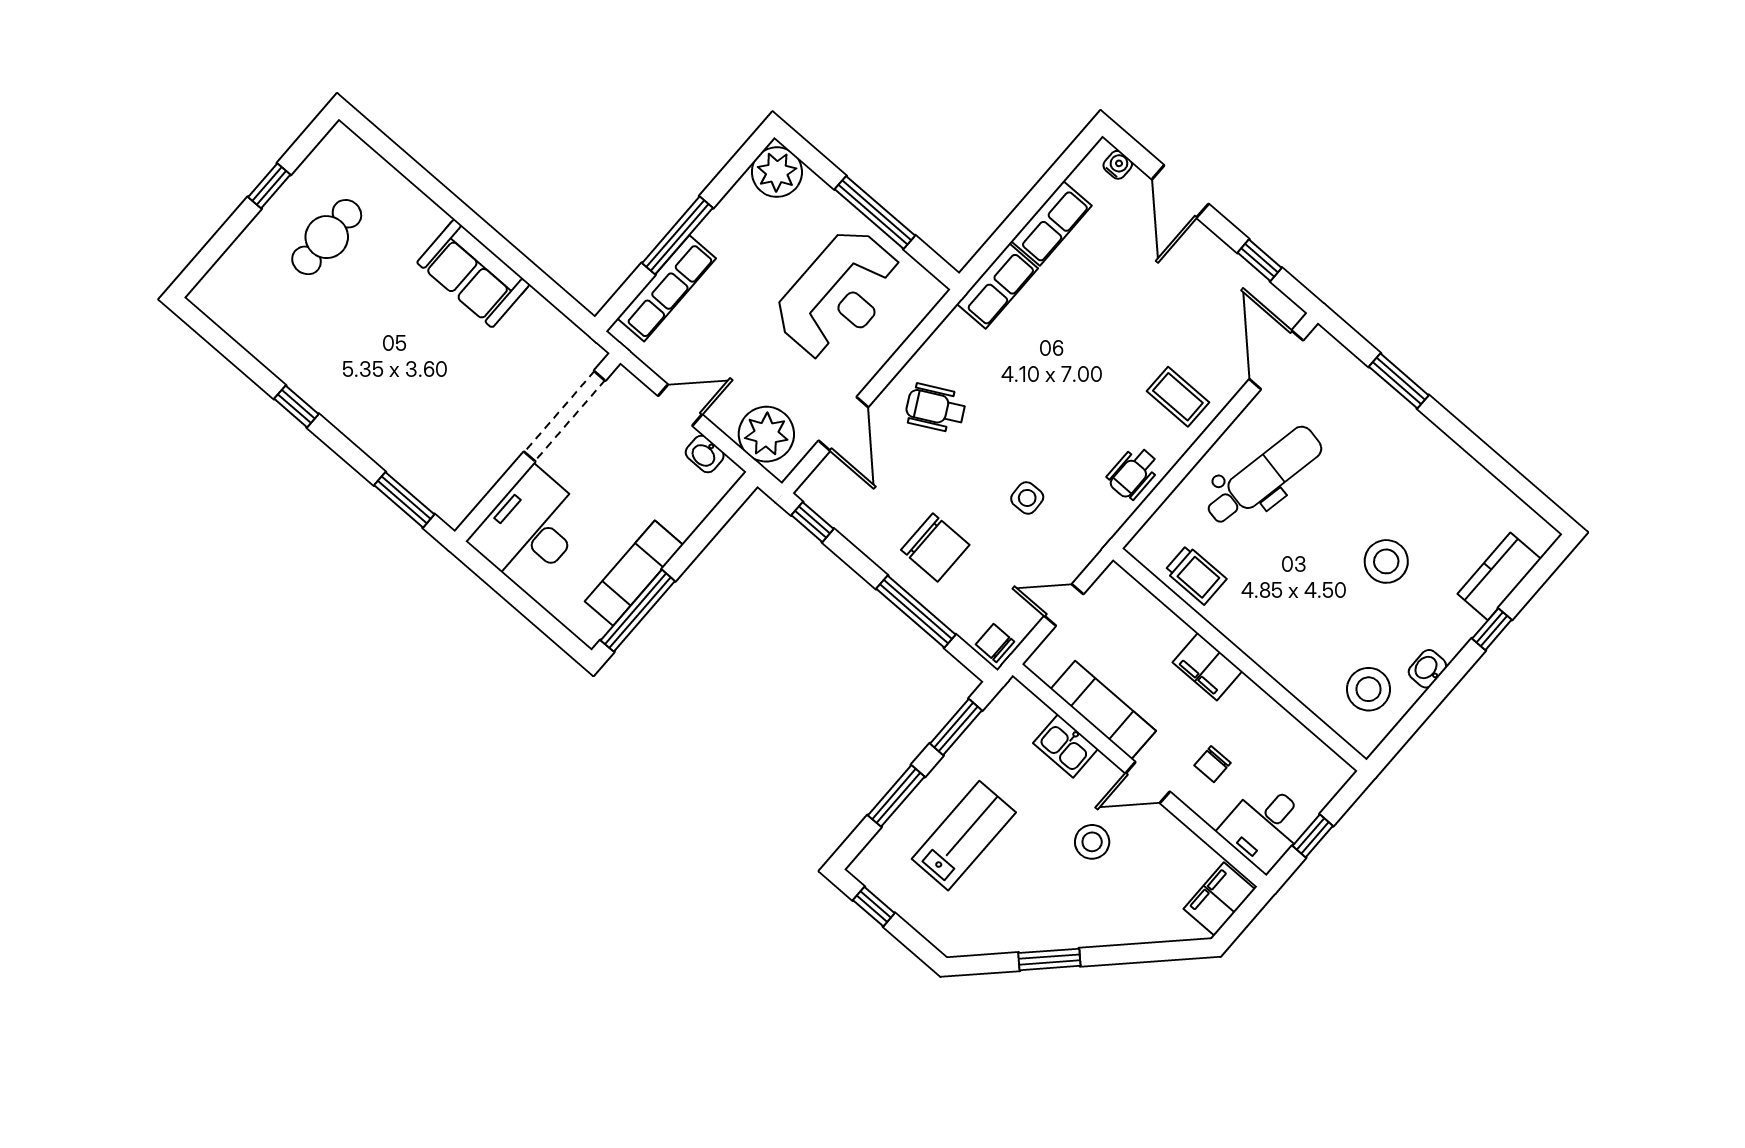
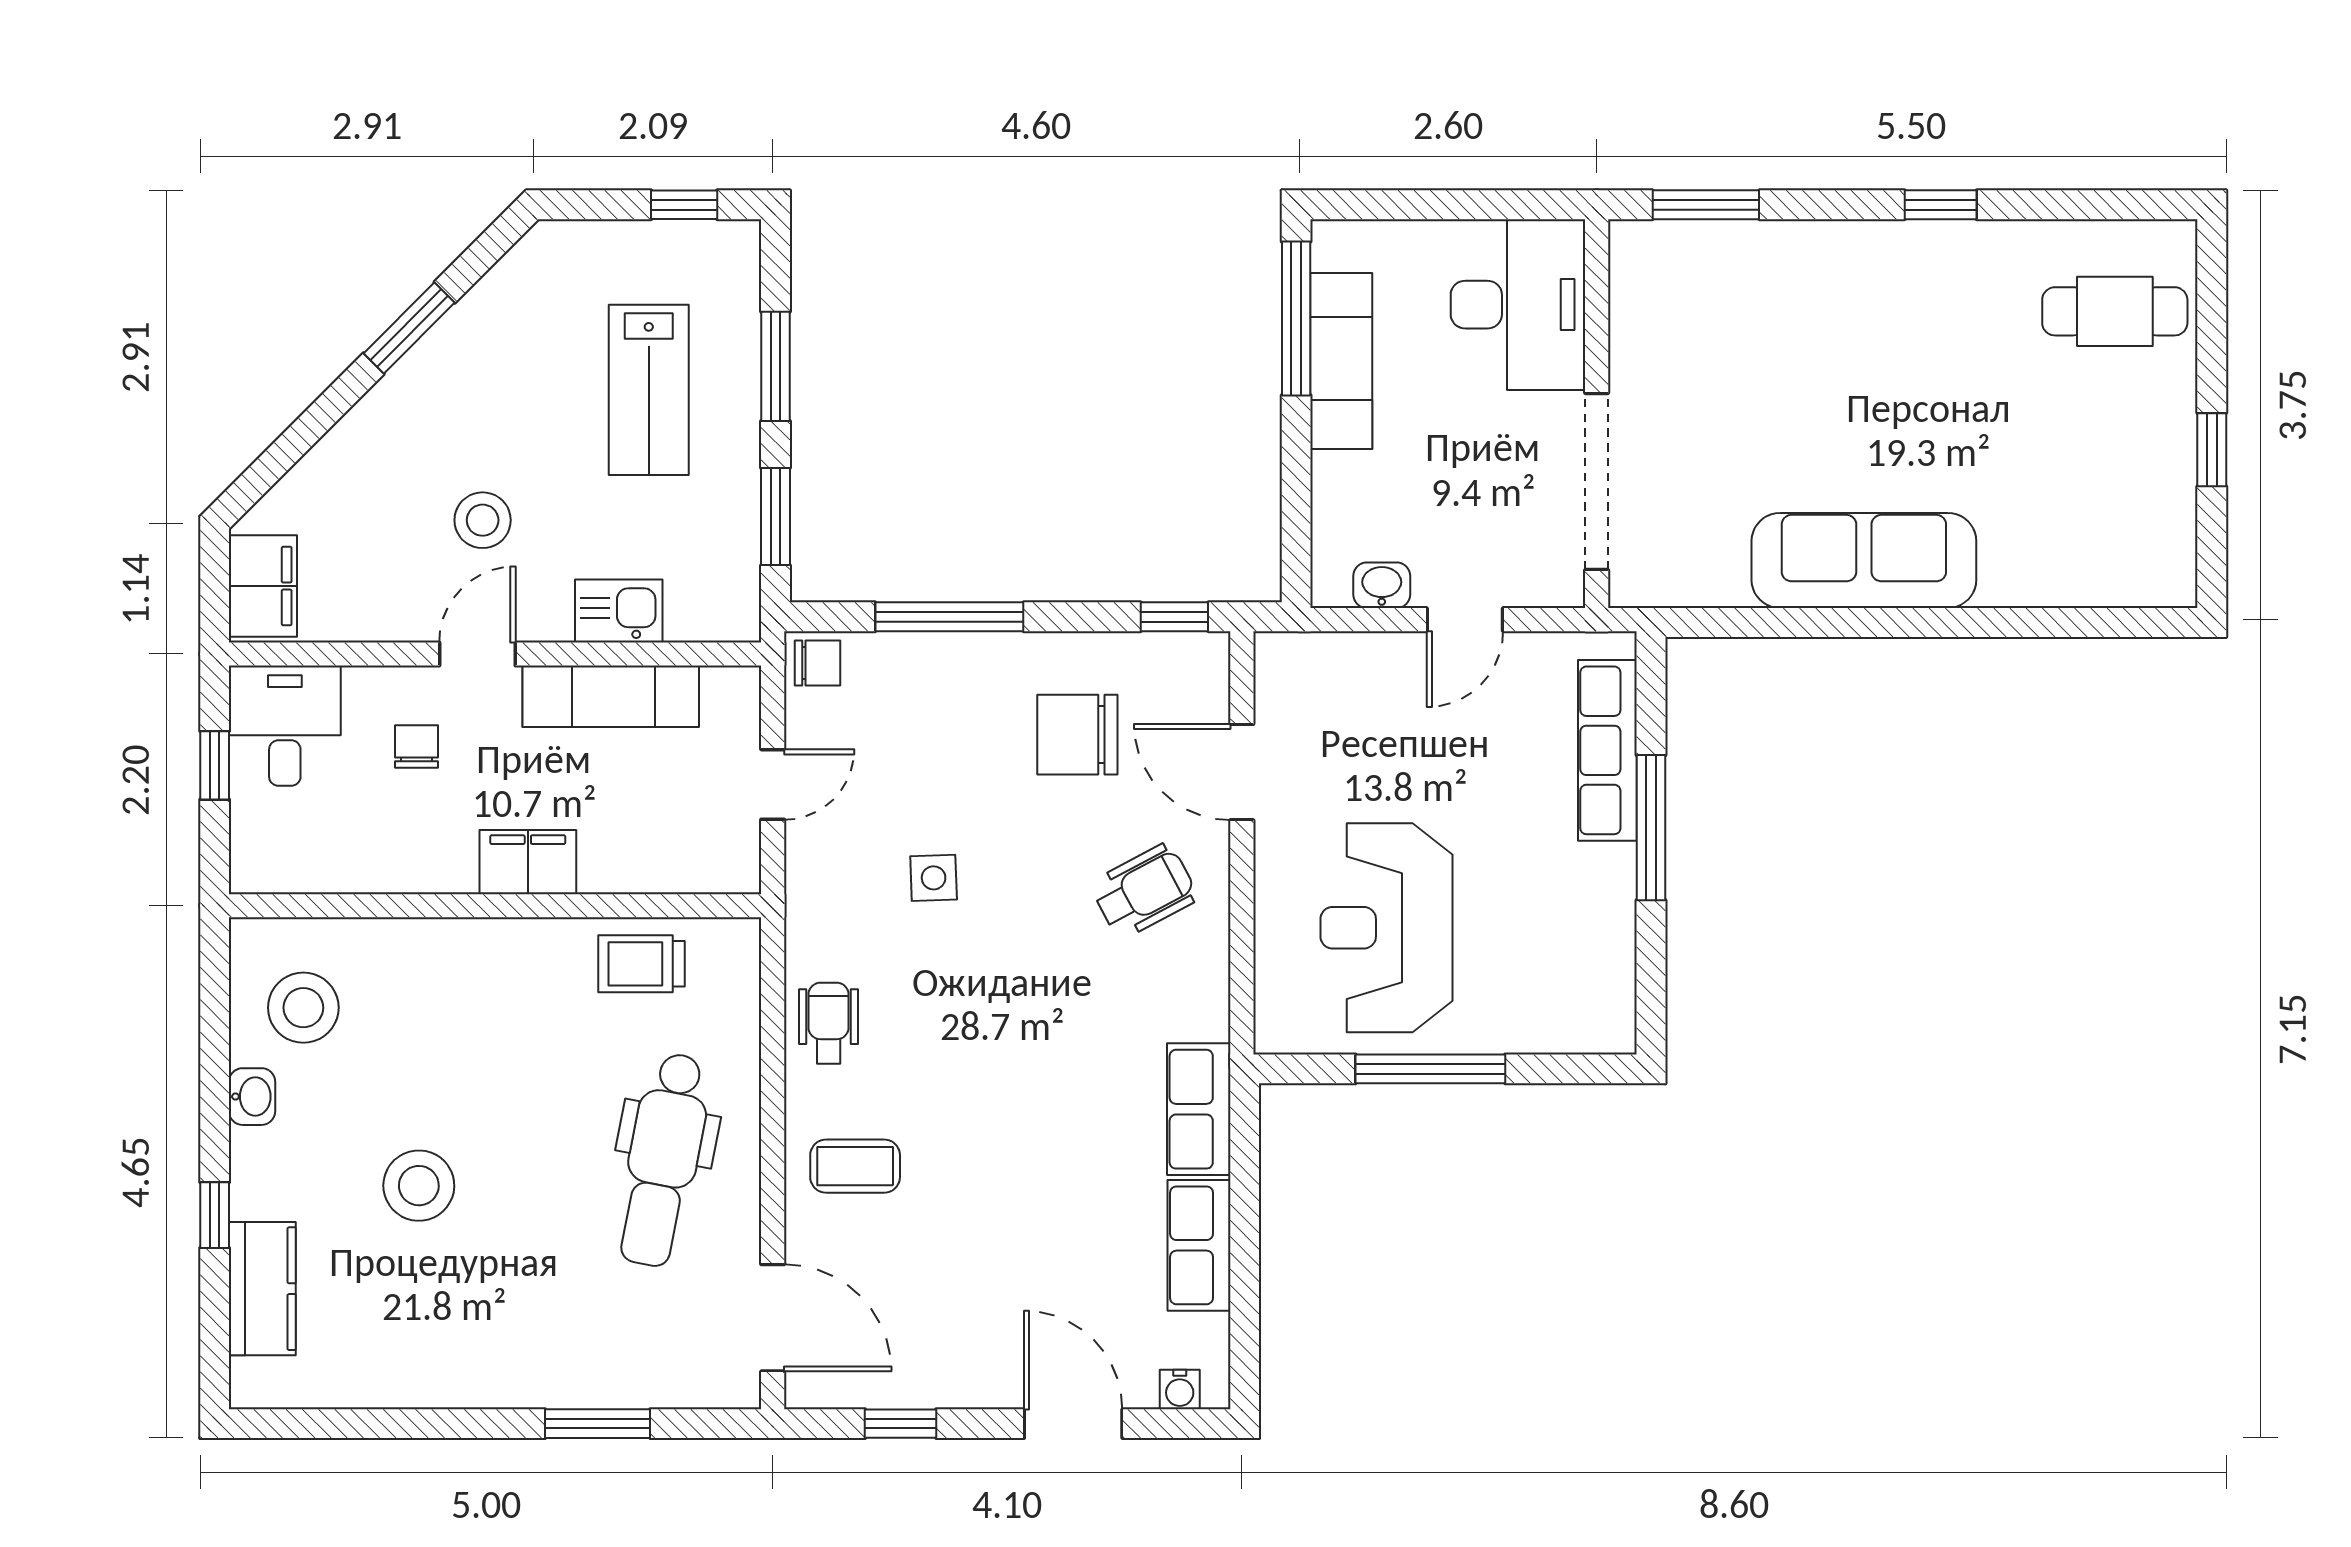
plant: (777, 172) -> (1596, 1014), removed
cafe table: (327, 237) -> (2115, 311), moved, turned 90
sofa: (473, 273) -> (1864, 560), width x1.36
plant: (766, 434) -> (1326, 676), removed
chair: (935, 547) -> (1077, 735), moved

